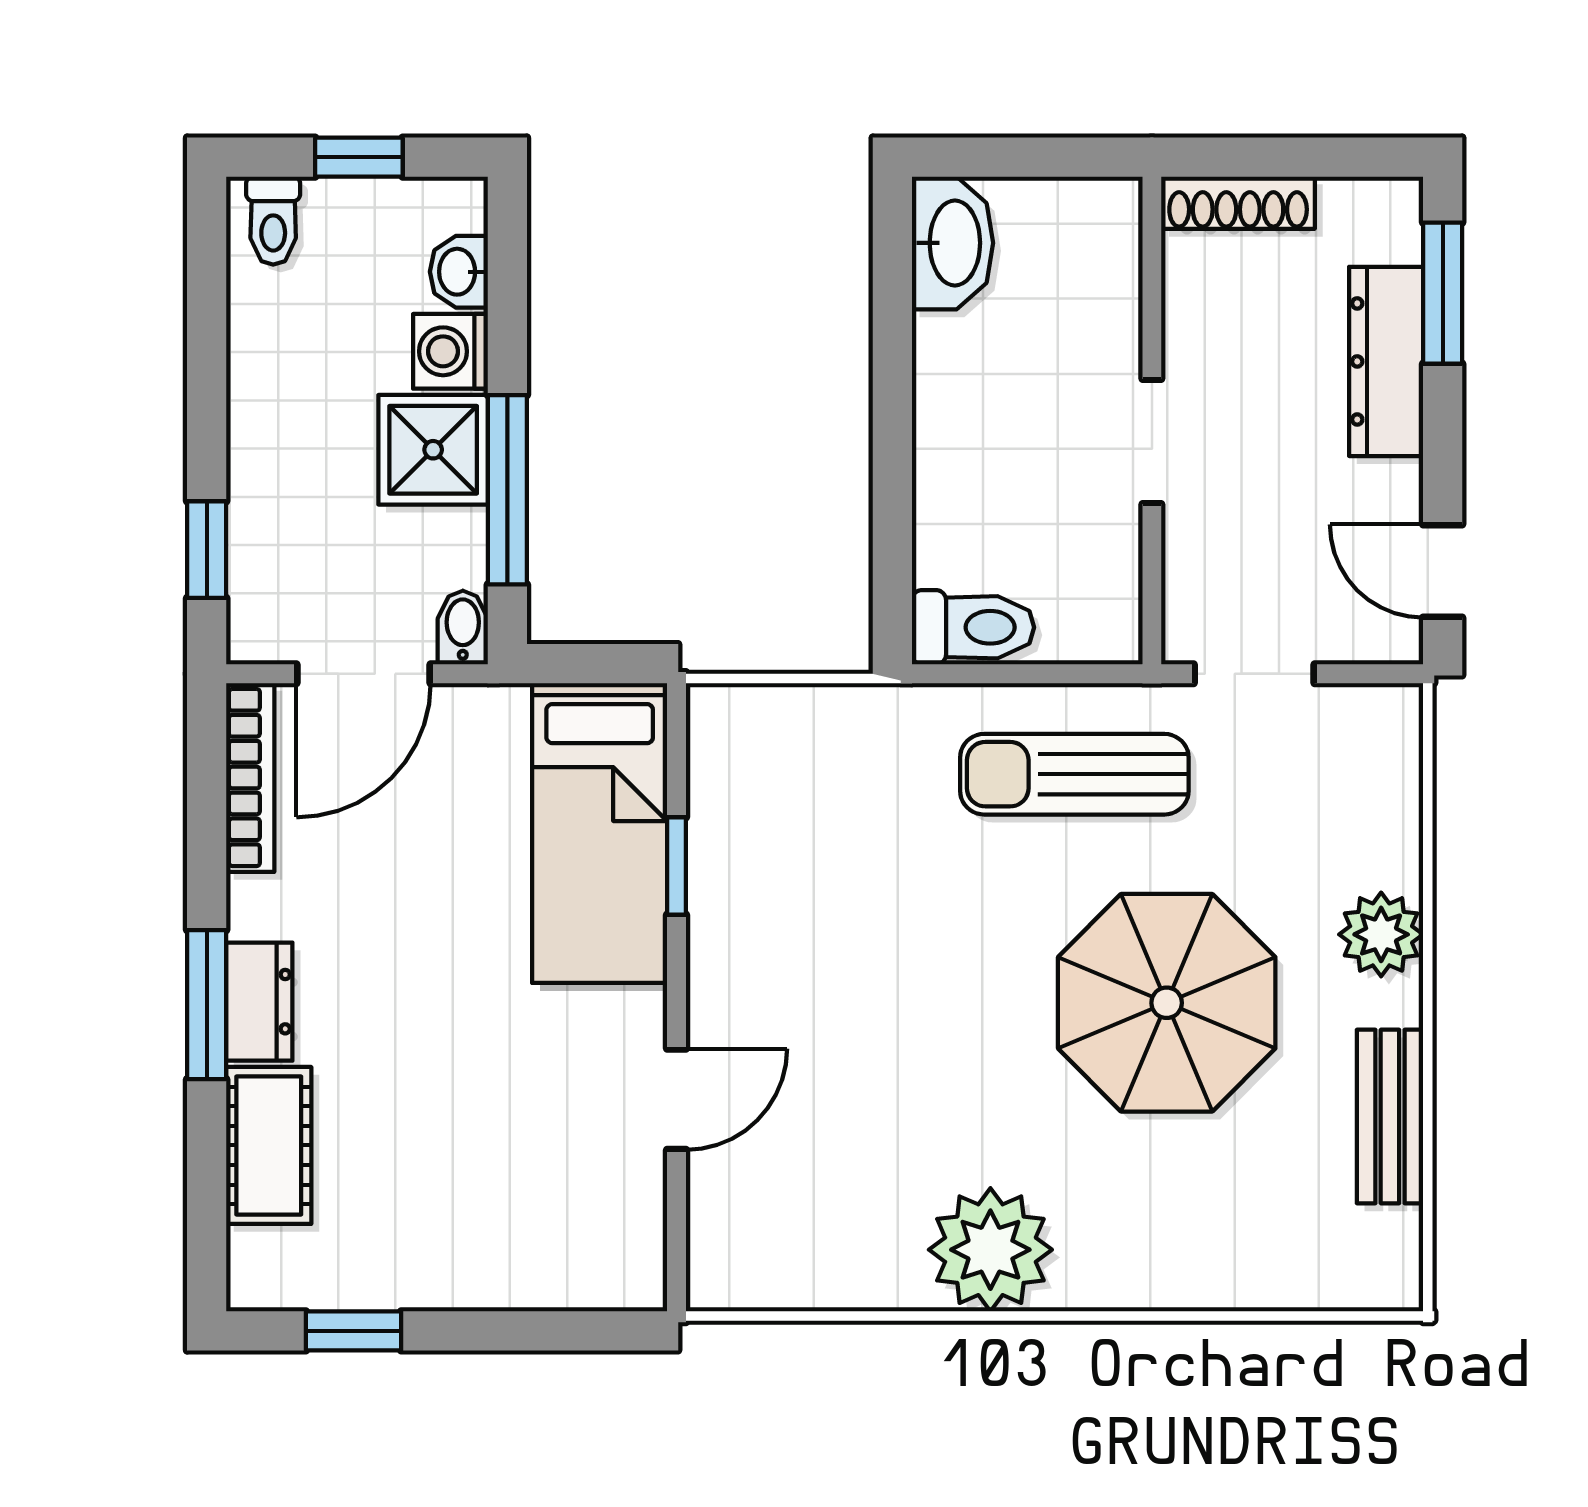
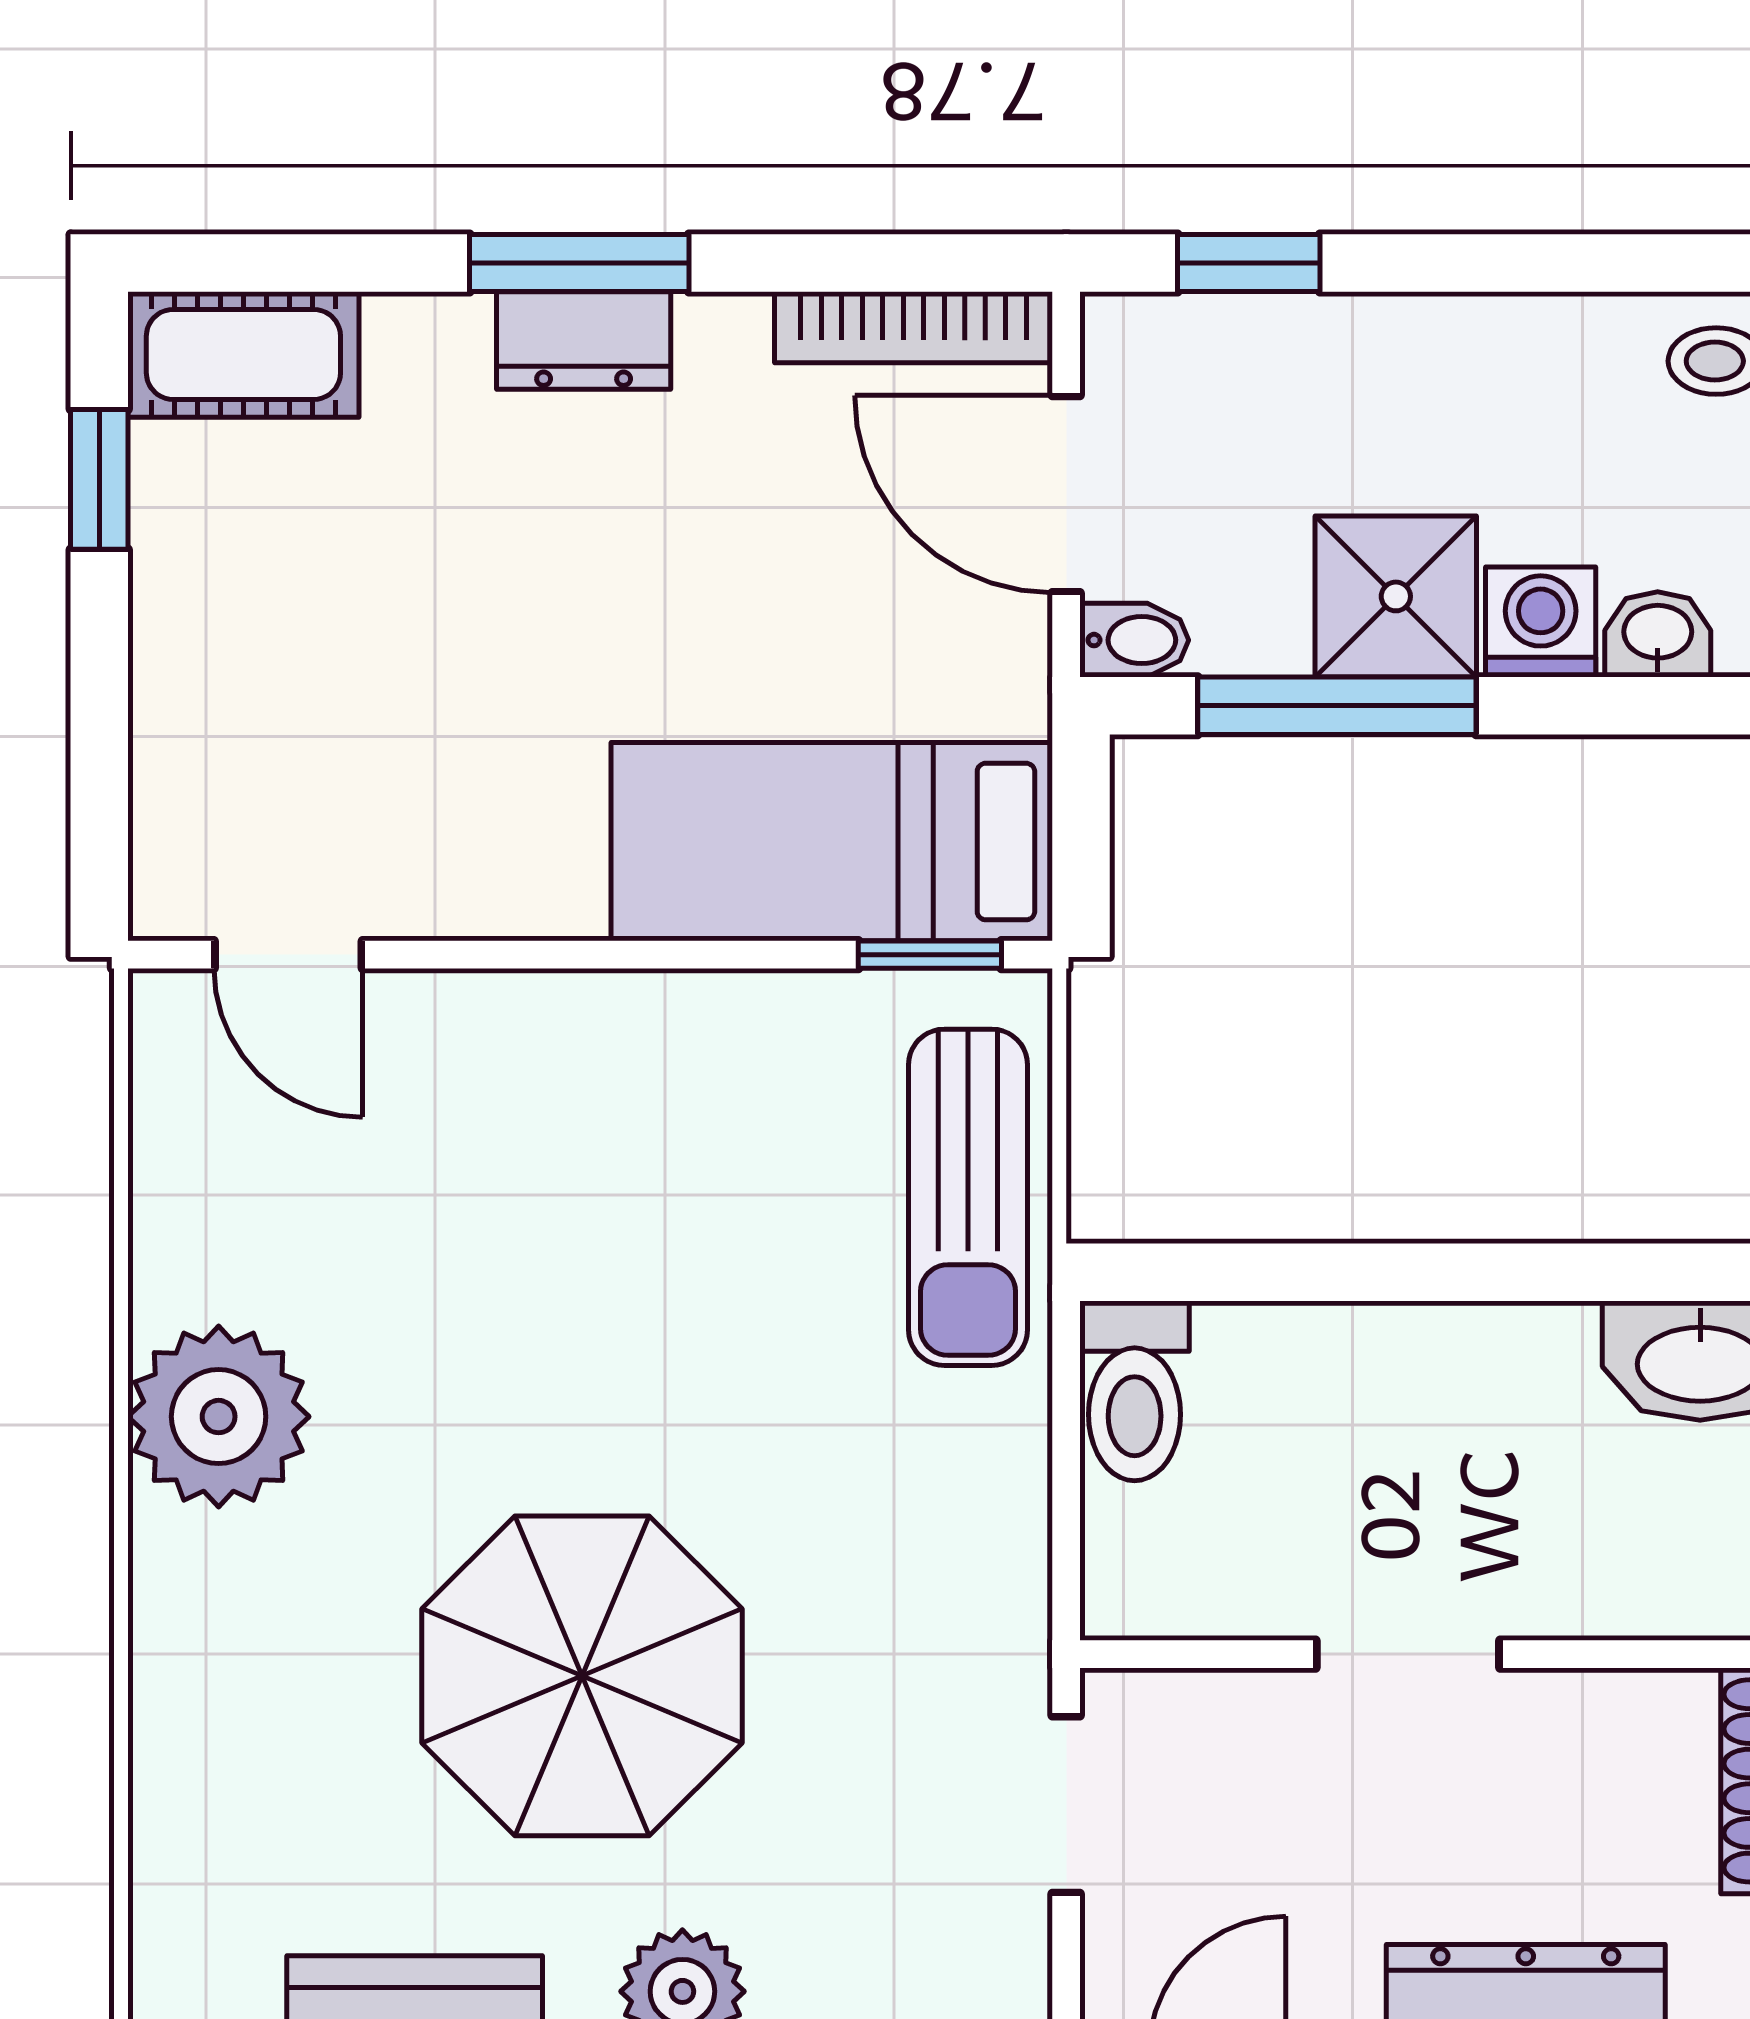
sun lounger: (1074, 774) -> (968, 1197), moved, turned 180
window: (676, 866) -> (930, 955), moved
door: (676, 1099) -> (288, 955), moved
cot: (269, 1145) -> (243, 354), moved

